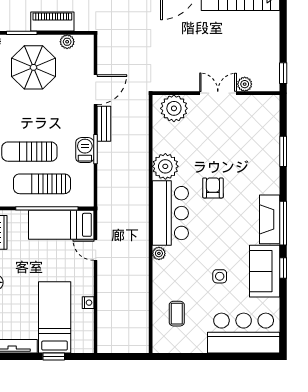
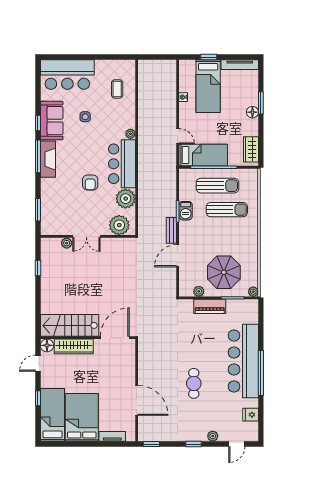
plant: (245, 84) -> (67, 243), moved
wall: (216, 93) -> (88, 236), moved
double door: (218, 93) -> (86, 236), moved
plant: (174, 108) -> (119, 225), moved

